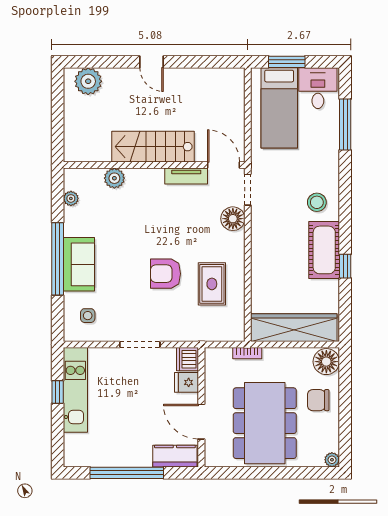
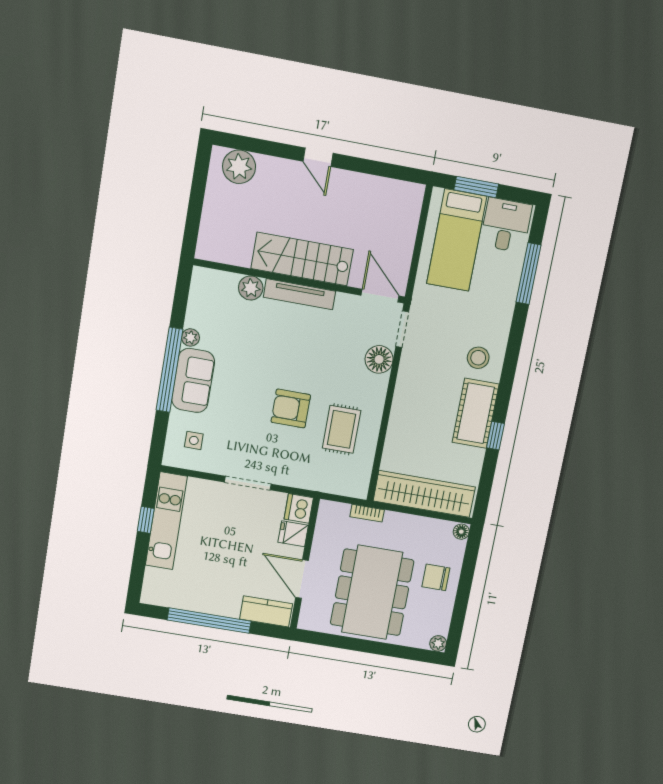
tv unit: (186, 176) -> (300, 294), moved, width x1.41
plant: (71, 198) -> (190, 337), moved
floor lamp: (326, 362) -> (461, 532), width x0.53, depth x0.53

